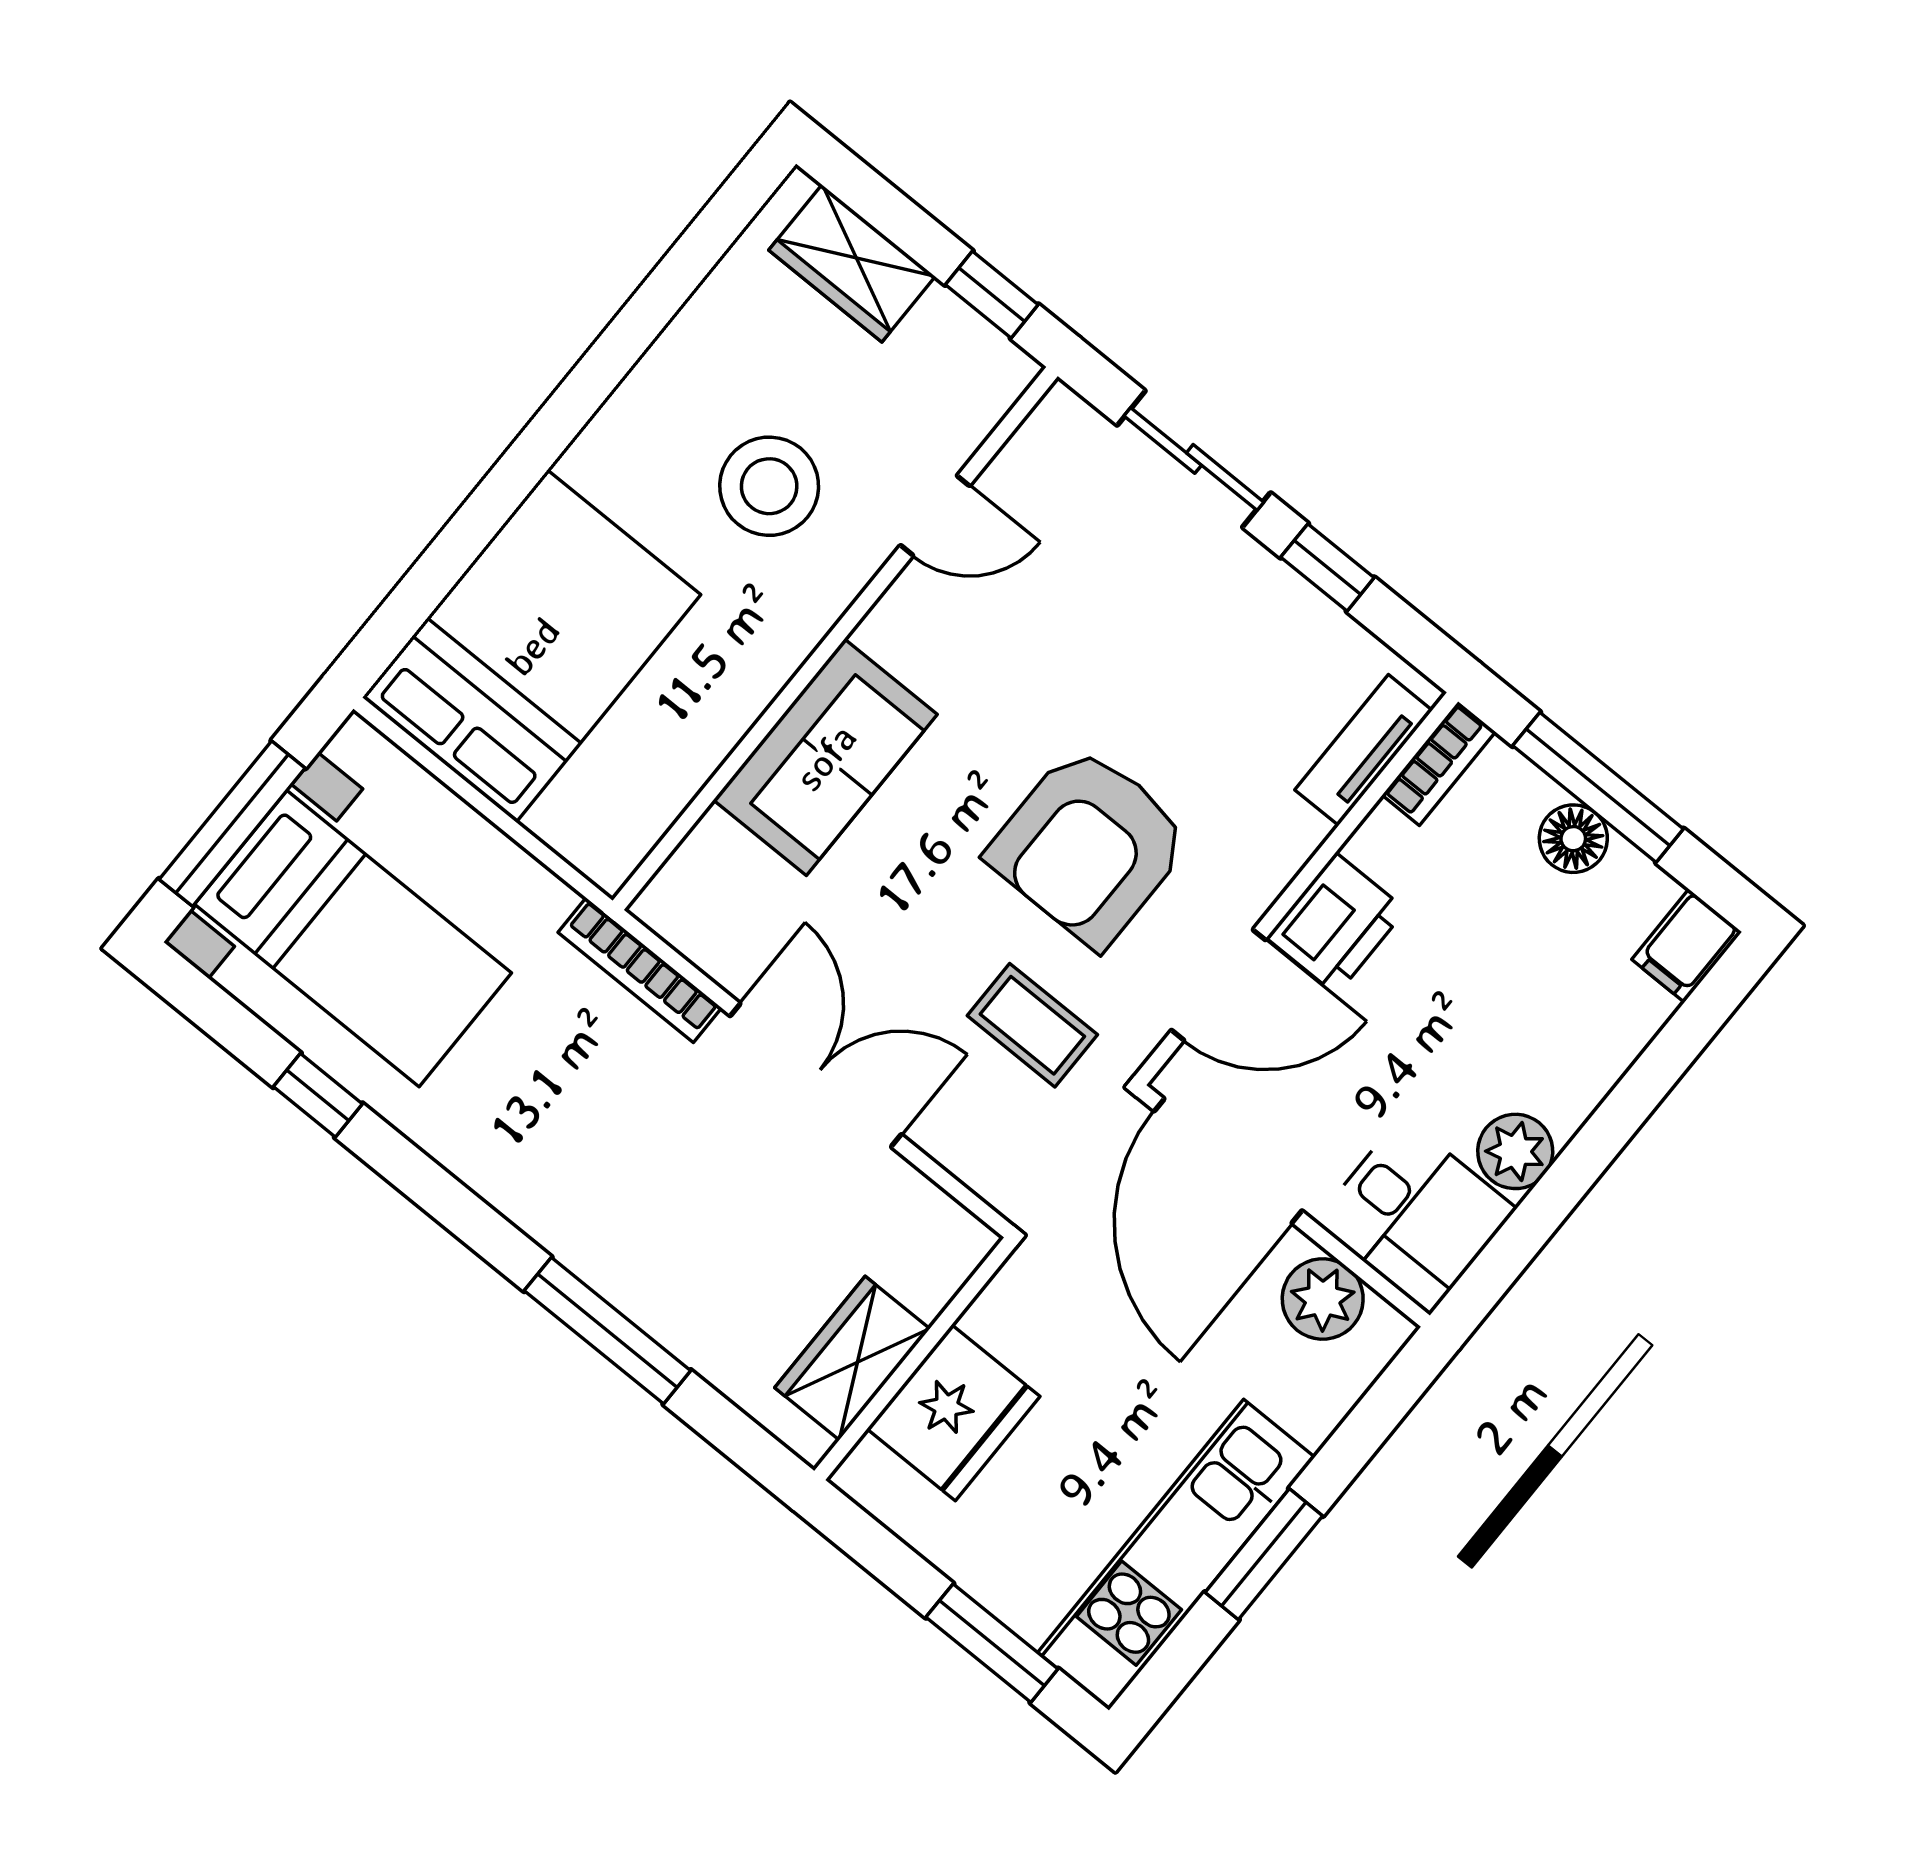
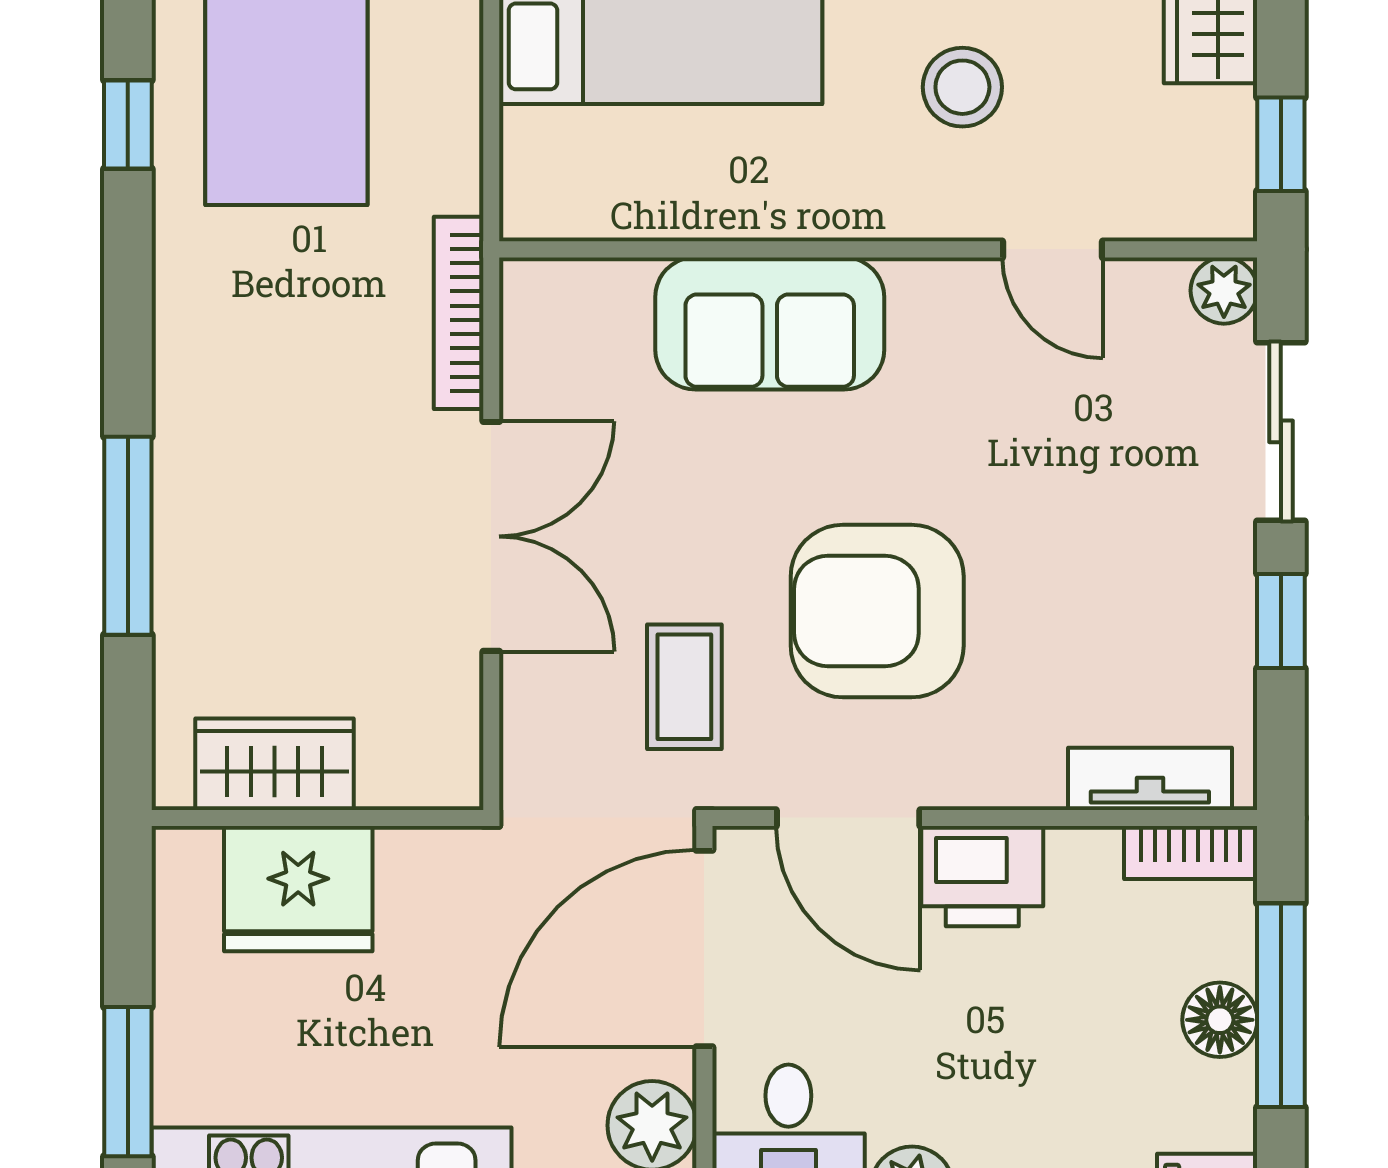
plant: (1062, 418) -> (1224, 291), added
stool: (769, 486) -> (962, 87), width x0.73, depth x0.73

